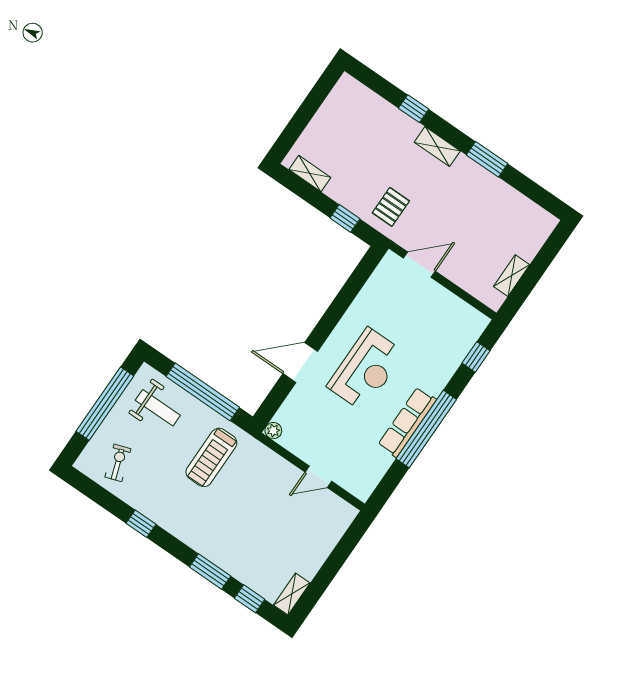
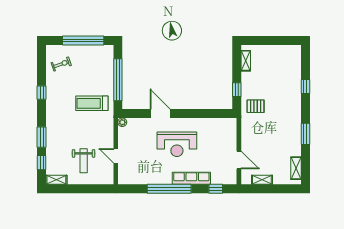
shelving: (437, 147) -> (296, 168), moved
door: (419, 265) -> (239, 160), moved
weight bench: (158, 408) -> (84, 161), moved
row of seats: (407, 422) -> (191, 178), moved

